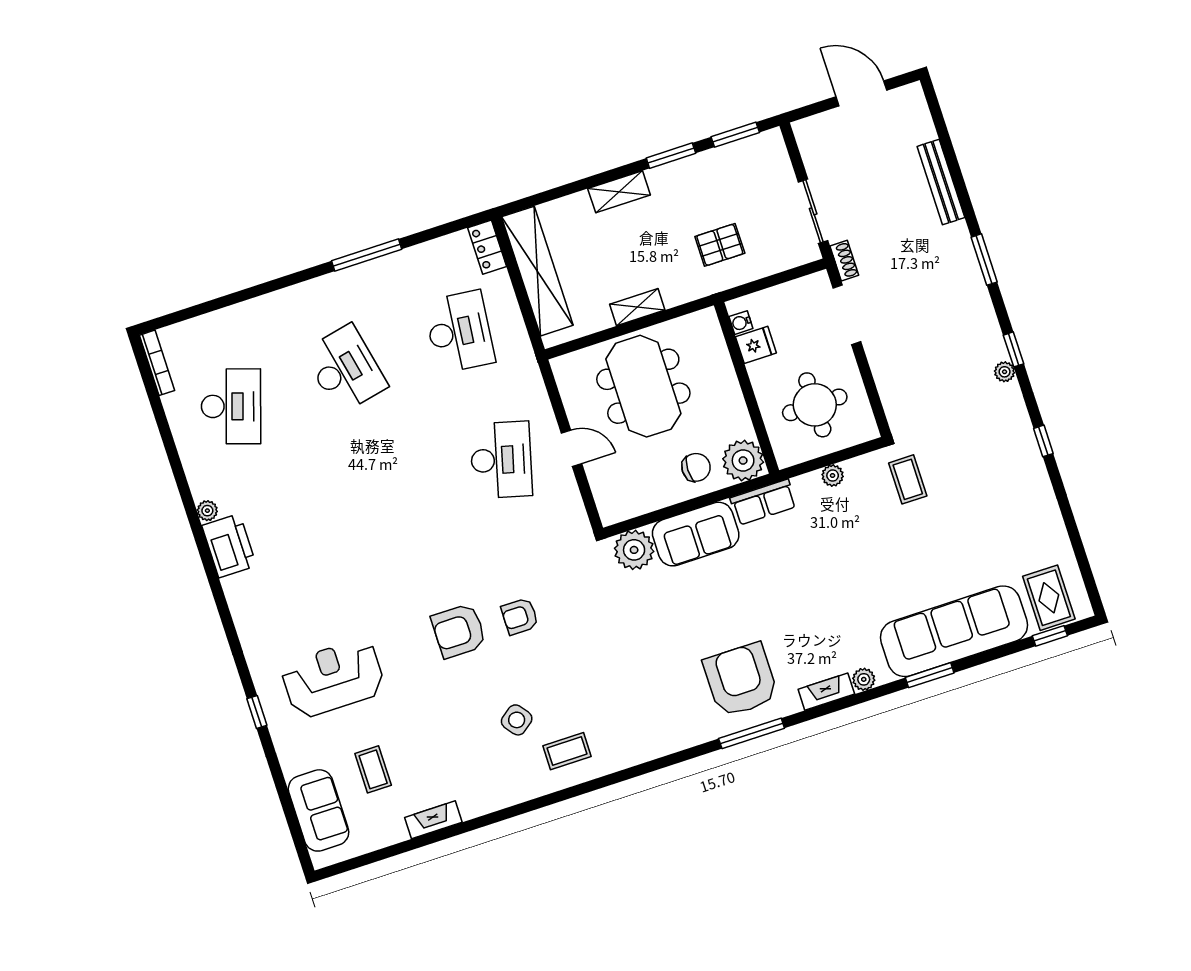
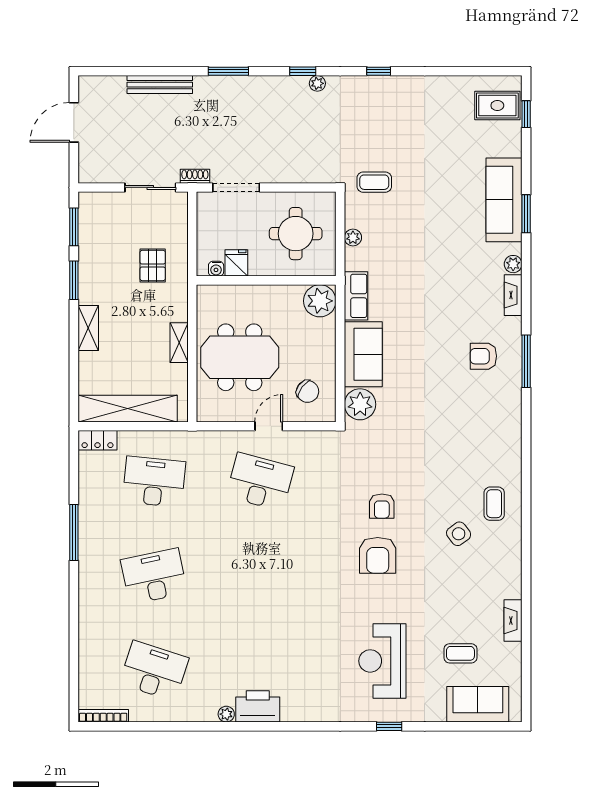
chair: (696, 467) -> (308, 391), moved, turned 127
sofa: (954, 631) -> (504, 200), width x0.74, depth x0.79
armchair: (741, 680) -> (483, 356), width x0.53, depth x0.53

